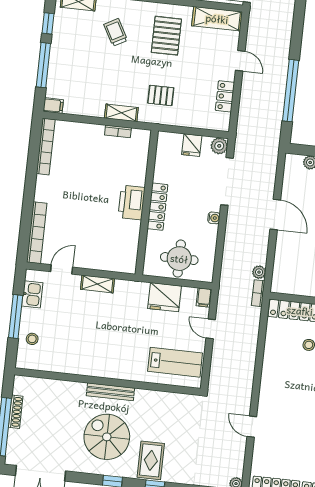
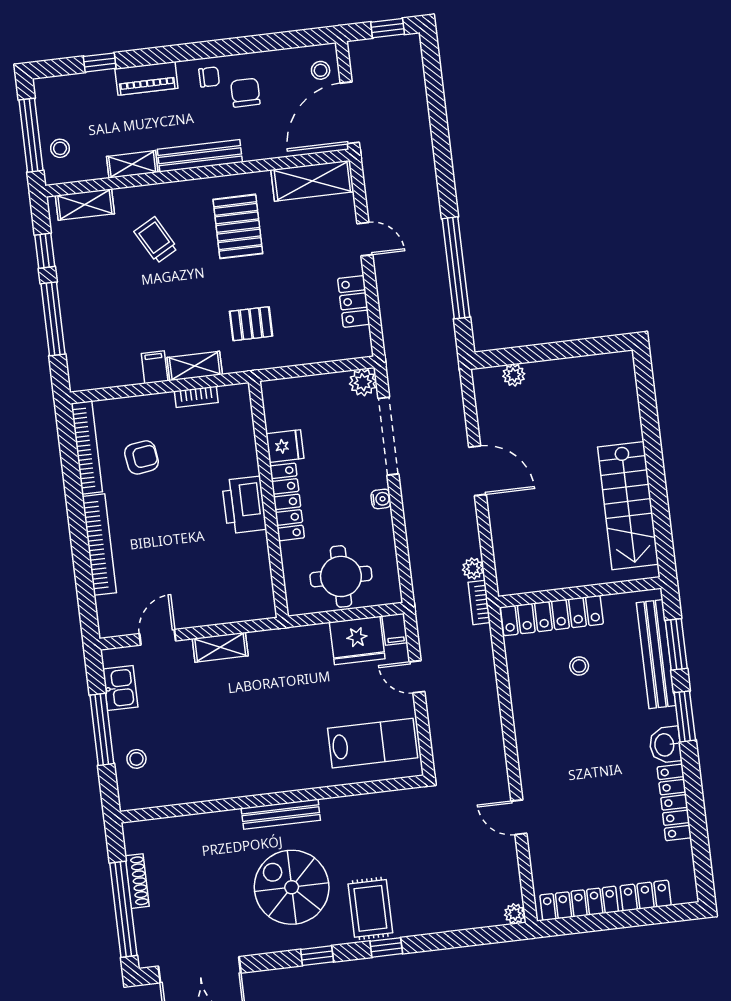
filing cabinet: (53, 106) -> (155, 367), moved, turned -90
fridge: (192, 145) -> (285, 446), moved, turned -90
armchair: (77, 160) -> (142, 457), added
bookcase: (37, 233) -> (99, 545), moved
fridge: (164, 297) -> (357, 640), moved

